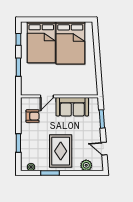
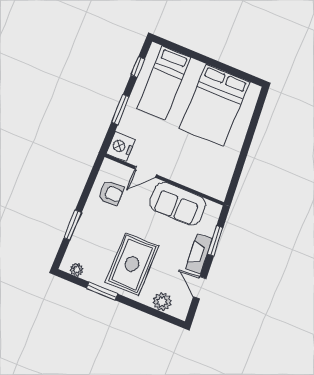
bed: (41, 42) -> (164, 83), width x0.67
nightstand: (27, 88) -> (121, 147), added
fireplace: (96, 130) -> (199, 254), added

